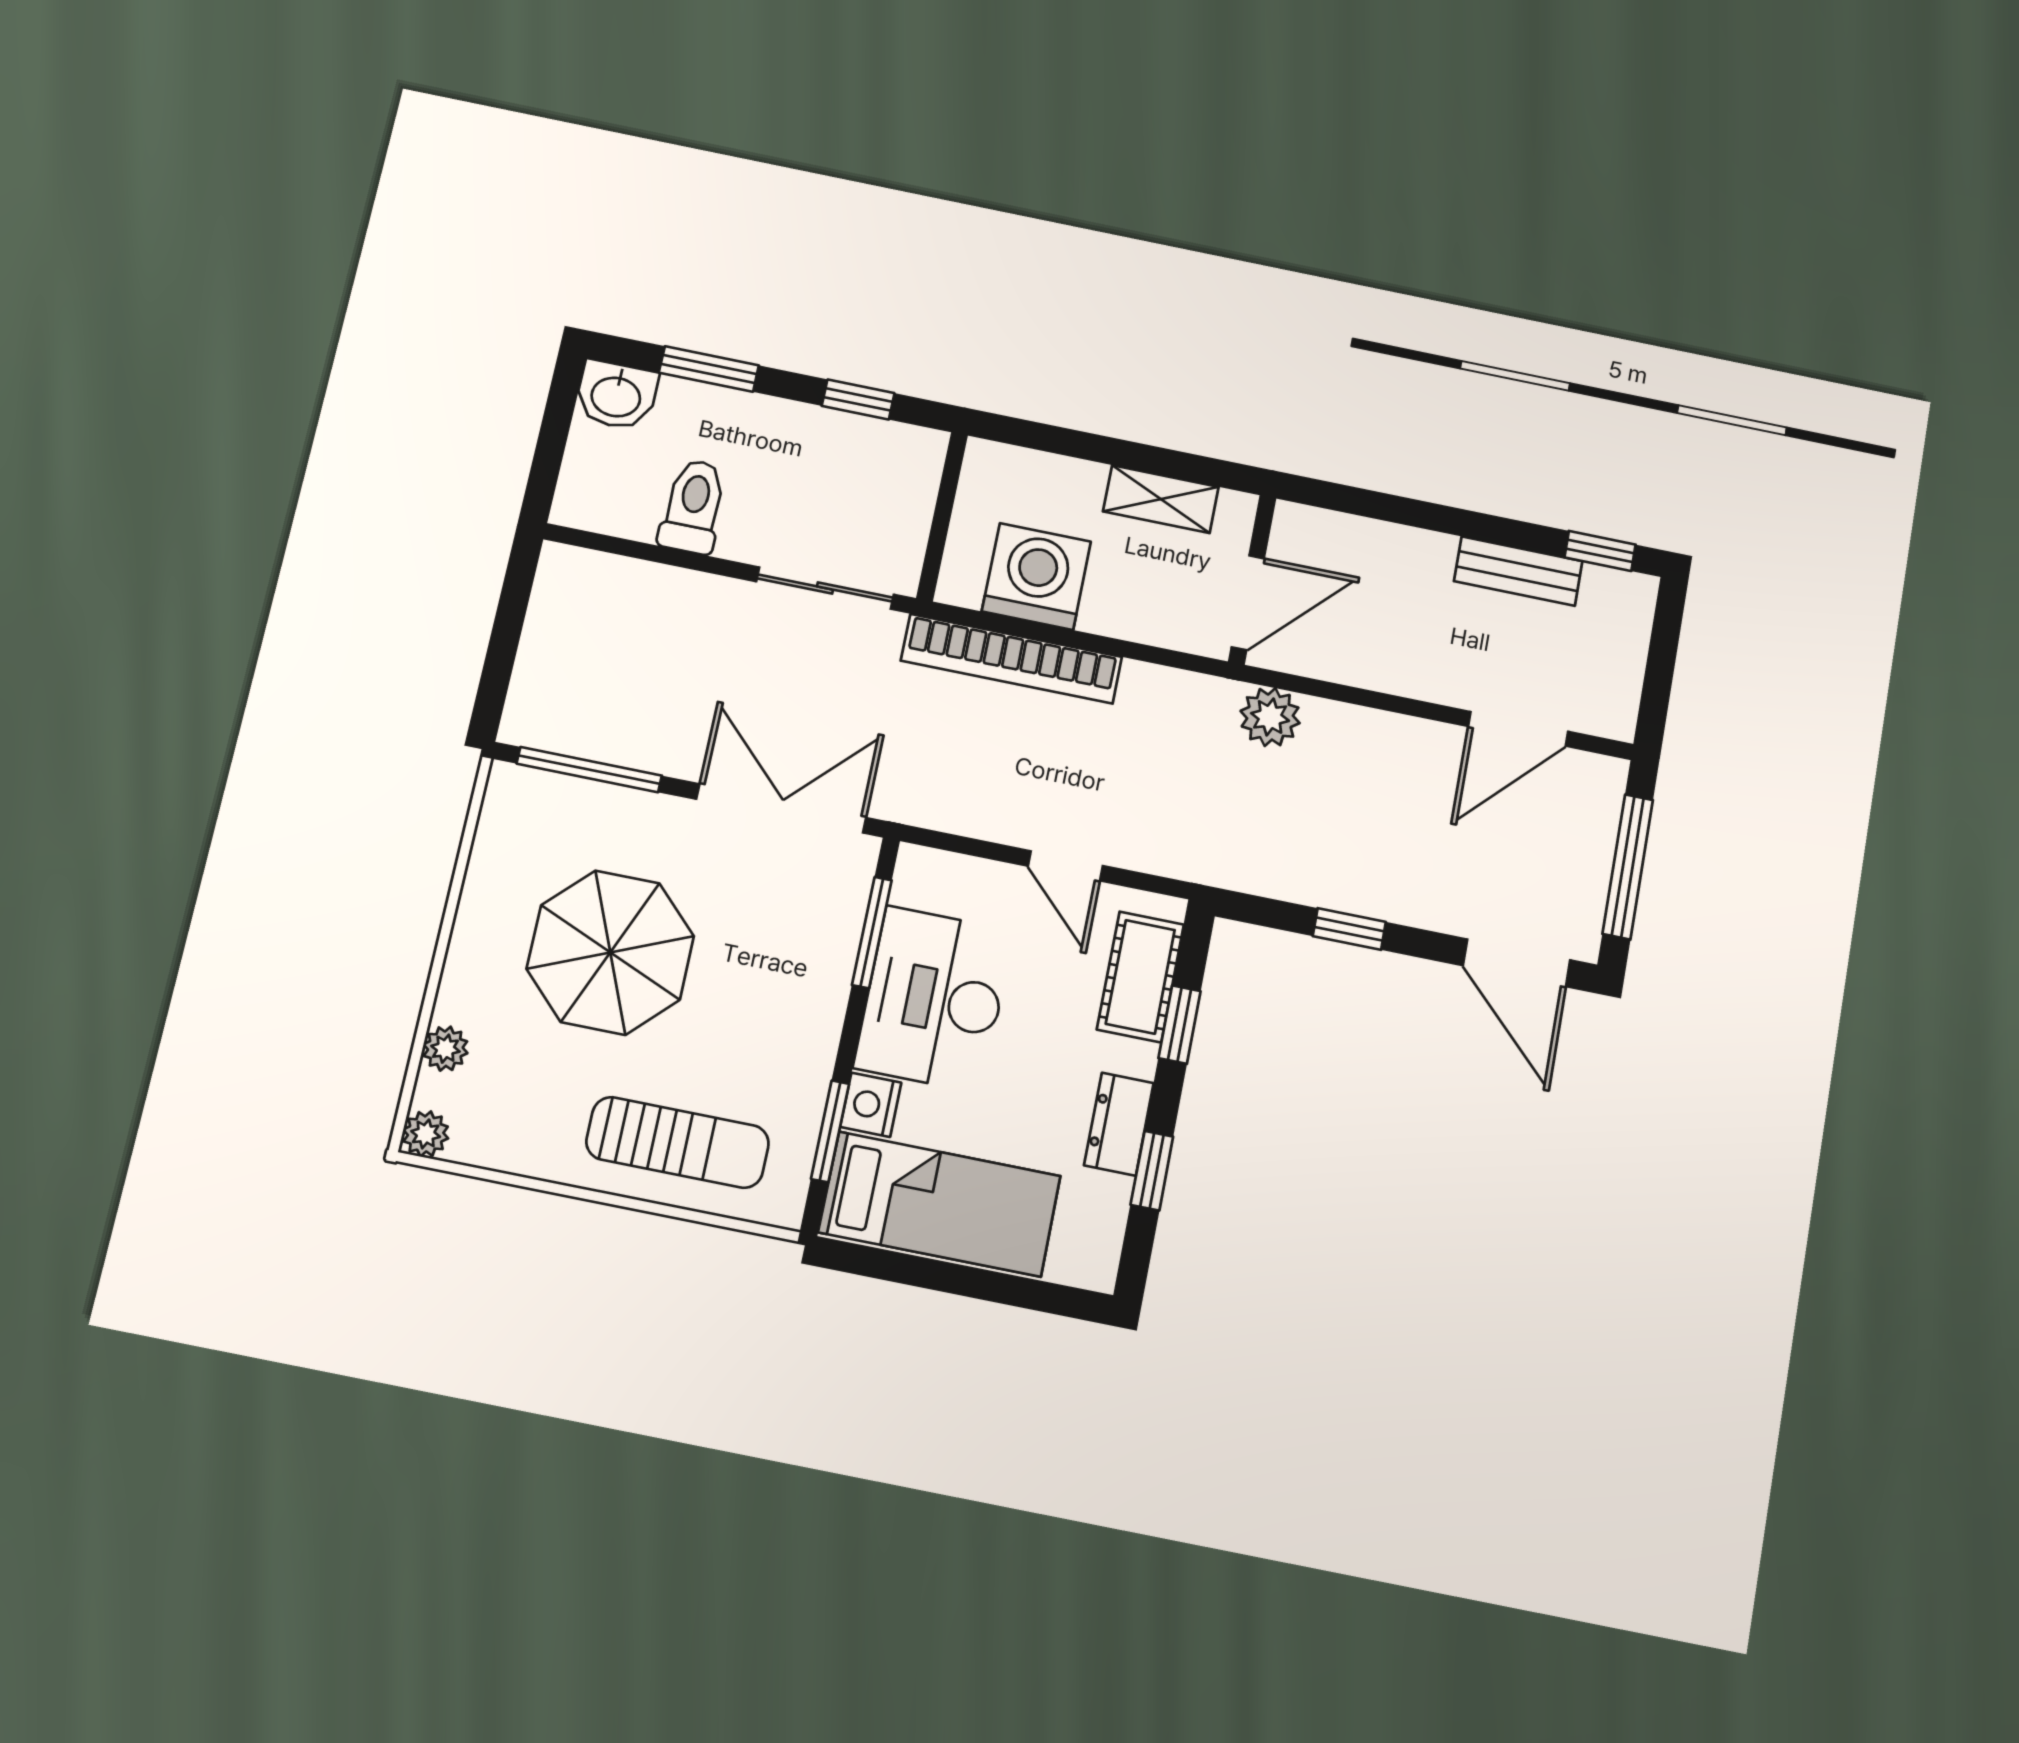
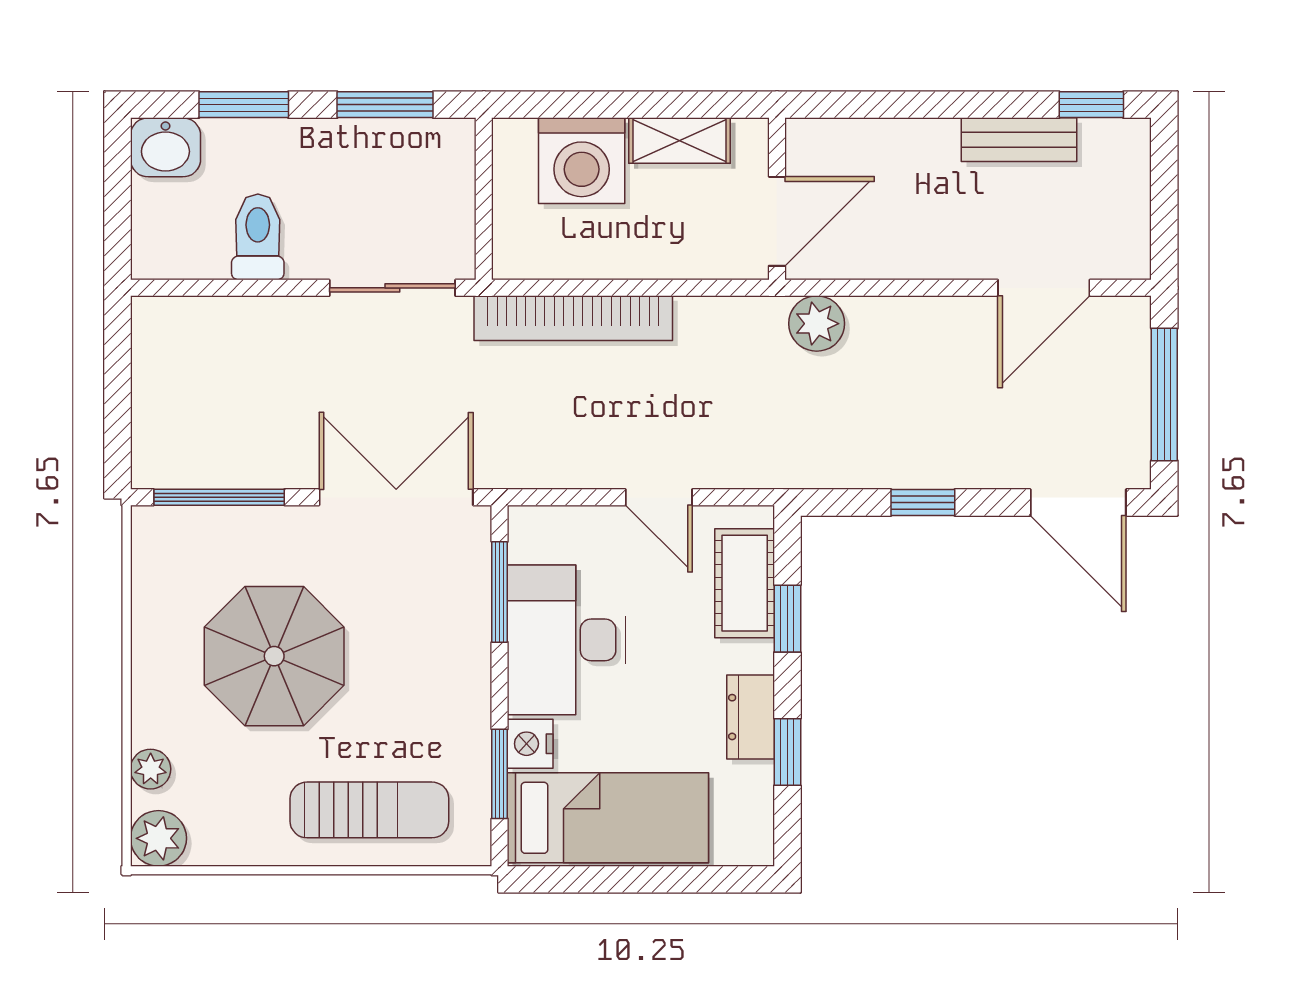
window: (858, 399) -> (385, 105), width x1.50
washing machine: (1036, 576) -> (582, 161), moved, turned 180
plant: (426, 1134) -> (158, 838), width x1.38, depth x1.38

